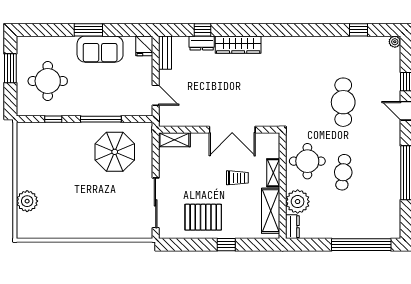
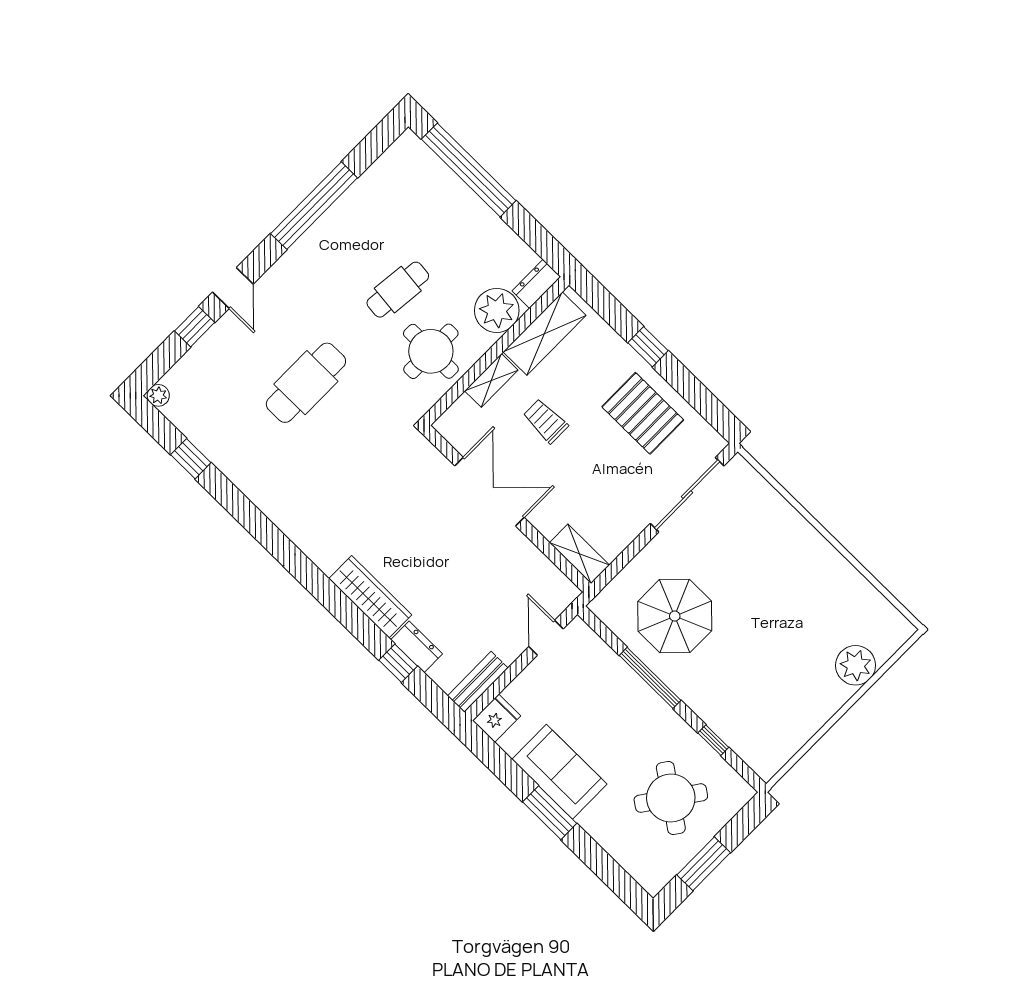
round table: (48, 81) -> (671, 798), turned 35

